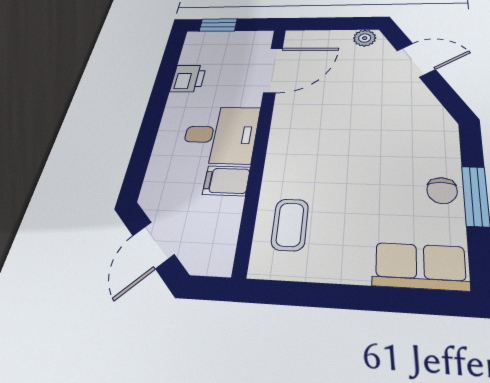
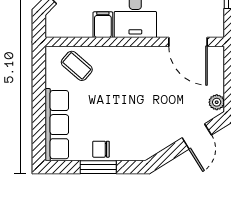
coffee table: (290, 225) -> (77, 66), turned 41
row of seats: (420, 266) -> (57, 125), width x1.48

